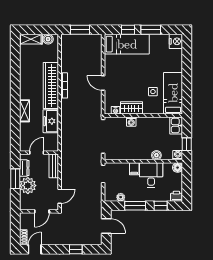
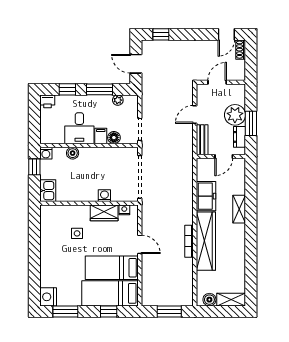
window: (151, 30) -> (65, 312), moved
bed: (173, 93) -> (112, 268), moved, turned 90
floor lamp: (178, 168) -> (114, 138), moved
door: (60, 196) -> (195, 114), moved
window: (76, 249) -> (161, 34), moved

